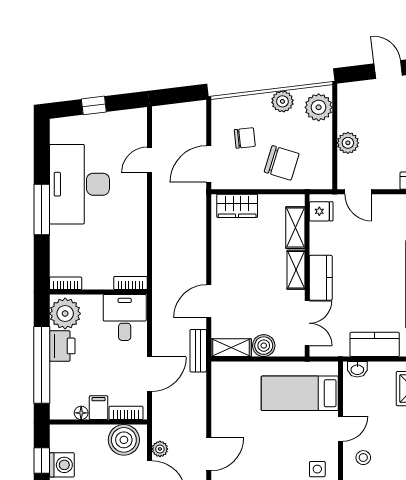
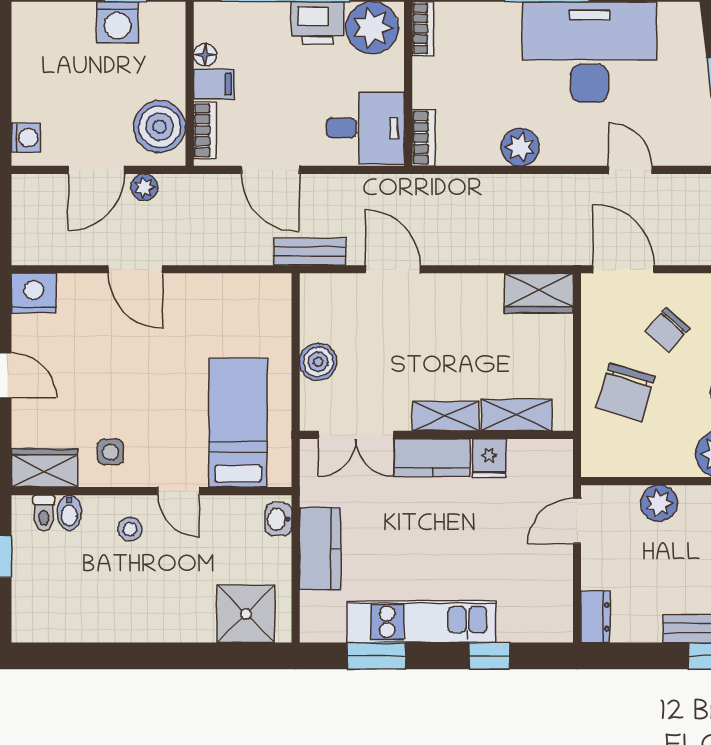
chair: (245, 138) -> (667, 330), turned 48
wardrobe: (237, 206) -> (539, 293), moved, turned -90
fridge: (321, 211) -> (489, 458), moved
plant: (136, 225) -> (520, 147), added
shelving: (231, 348) -> (315, 307), removed

